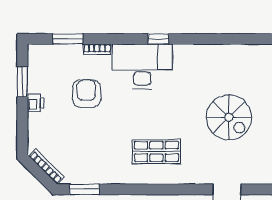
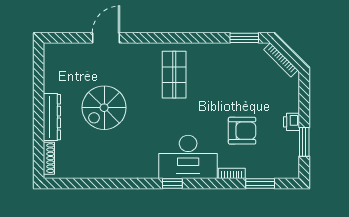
armchair: (86, 94) -> (242, 131), turned -90
spiral stairs: (229, 117) -> (104, 108), turned -90
shop shelf: (156, 151) -> (174, 75), turned 90

